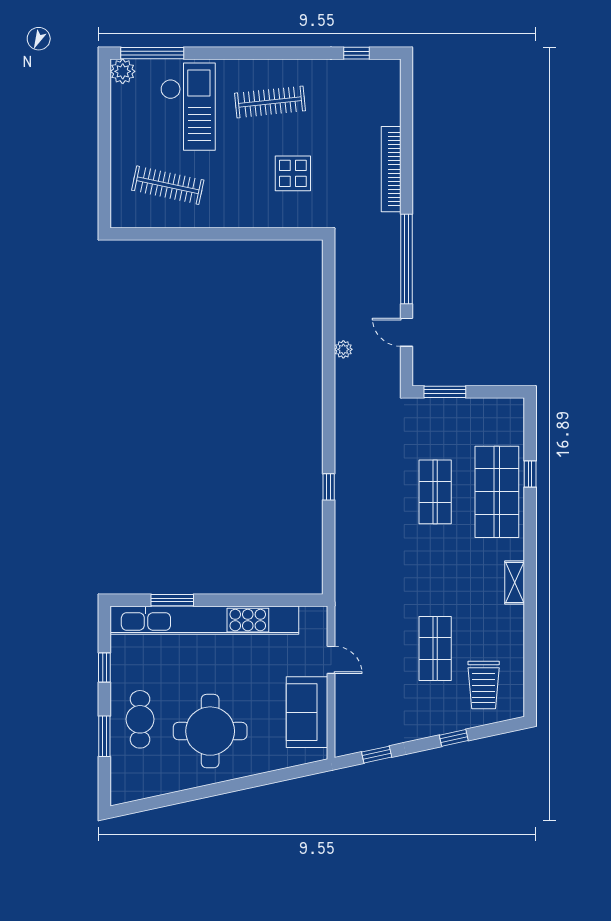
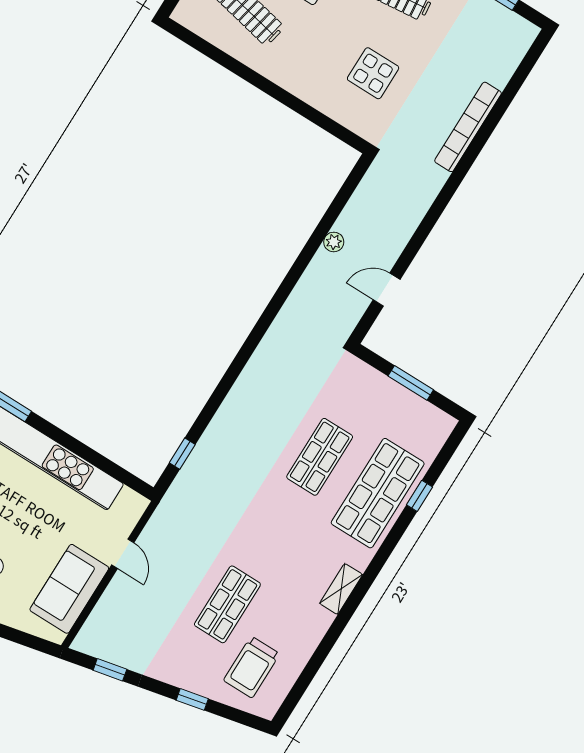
window: (407, 259) -> (430, 221), removed
door: (407, 332) -> (387, 290), hinge flipped
plant: (343, 349) -> (334, 242), moved
window: (445, 392) -> (411, 383), moved
window: (329, 487) -> (182, 454), moved

